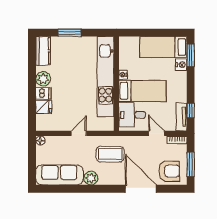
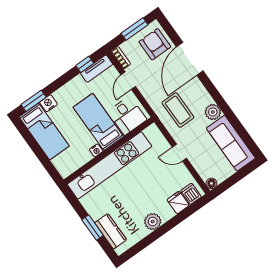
kitchen counter: (43, 51) -> (111, 231), moved, turned 90
dishwasher: (43, 93) -> (191, 194), moved

